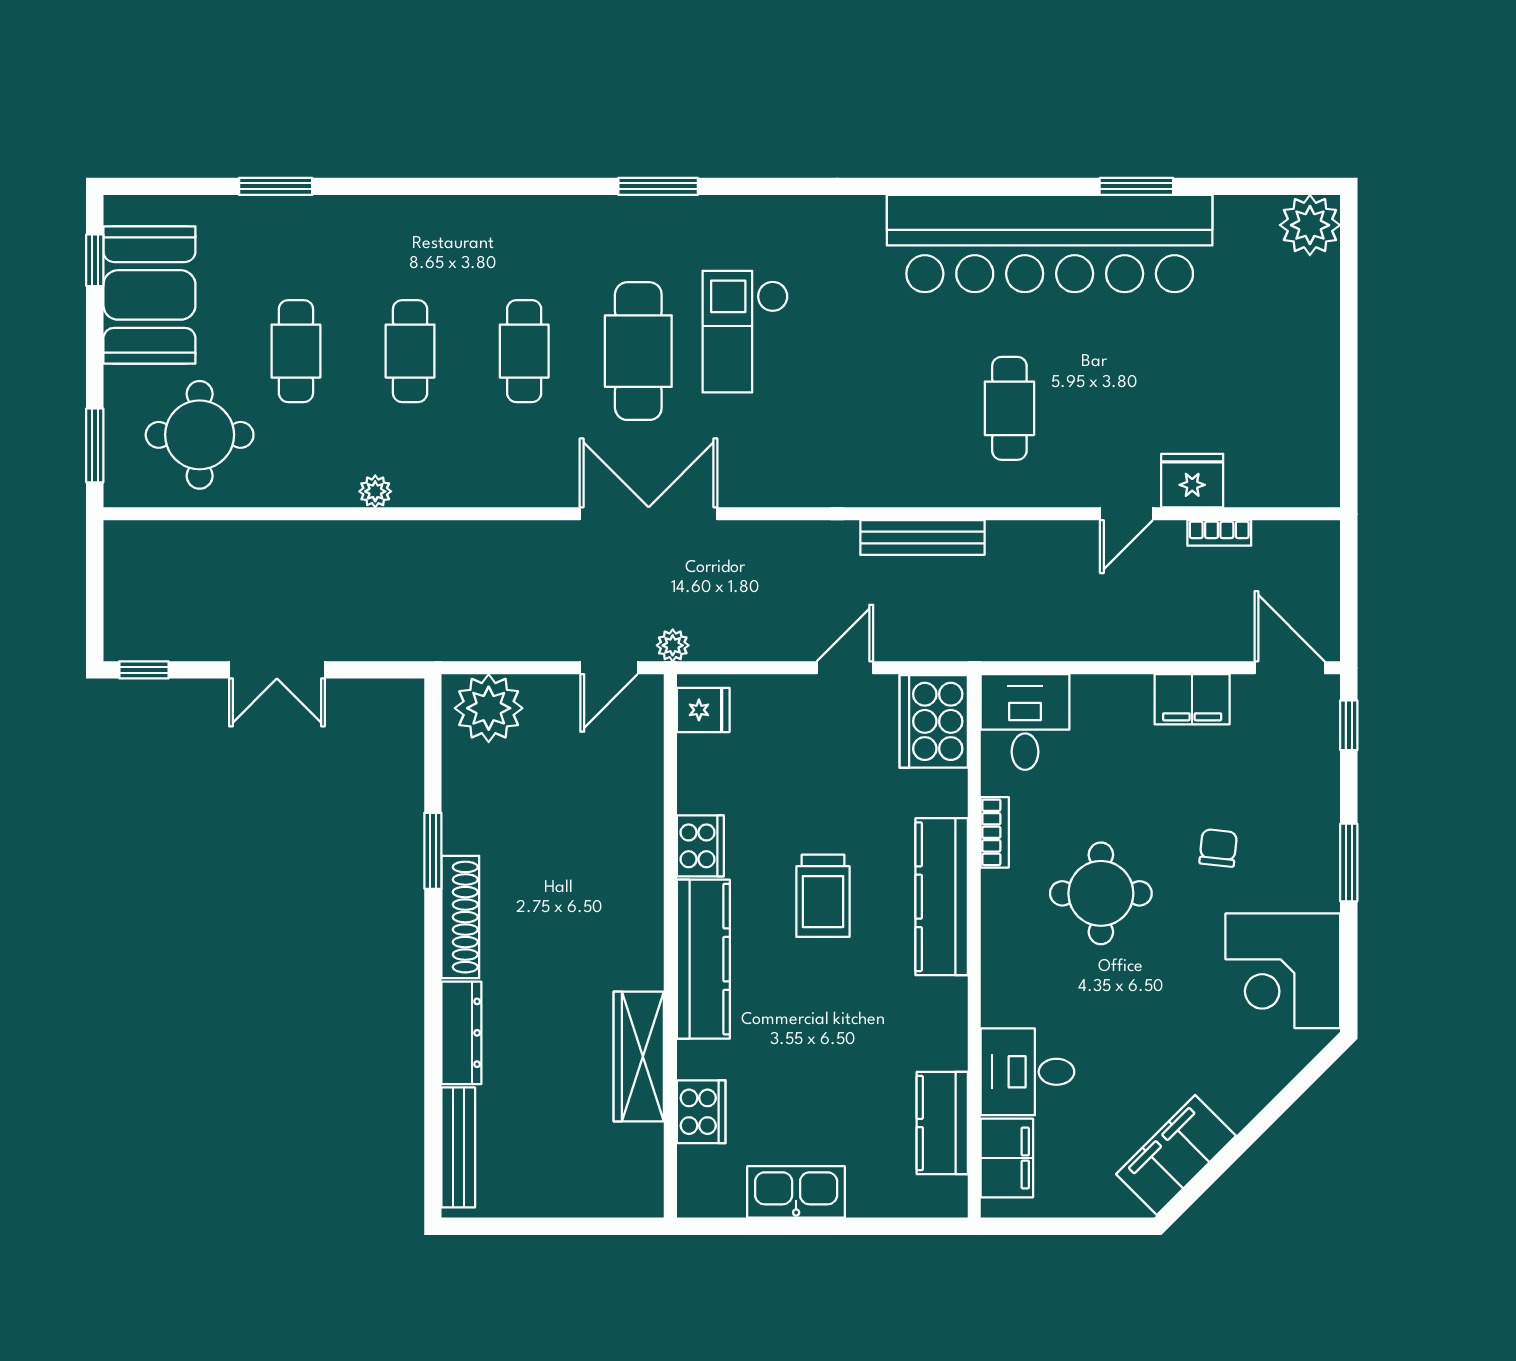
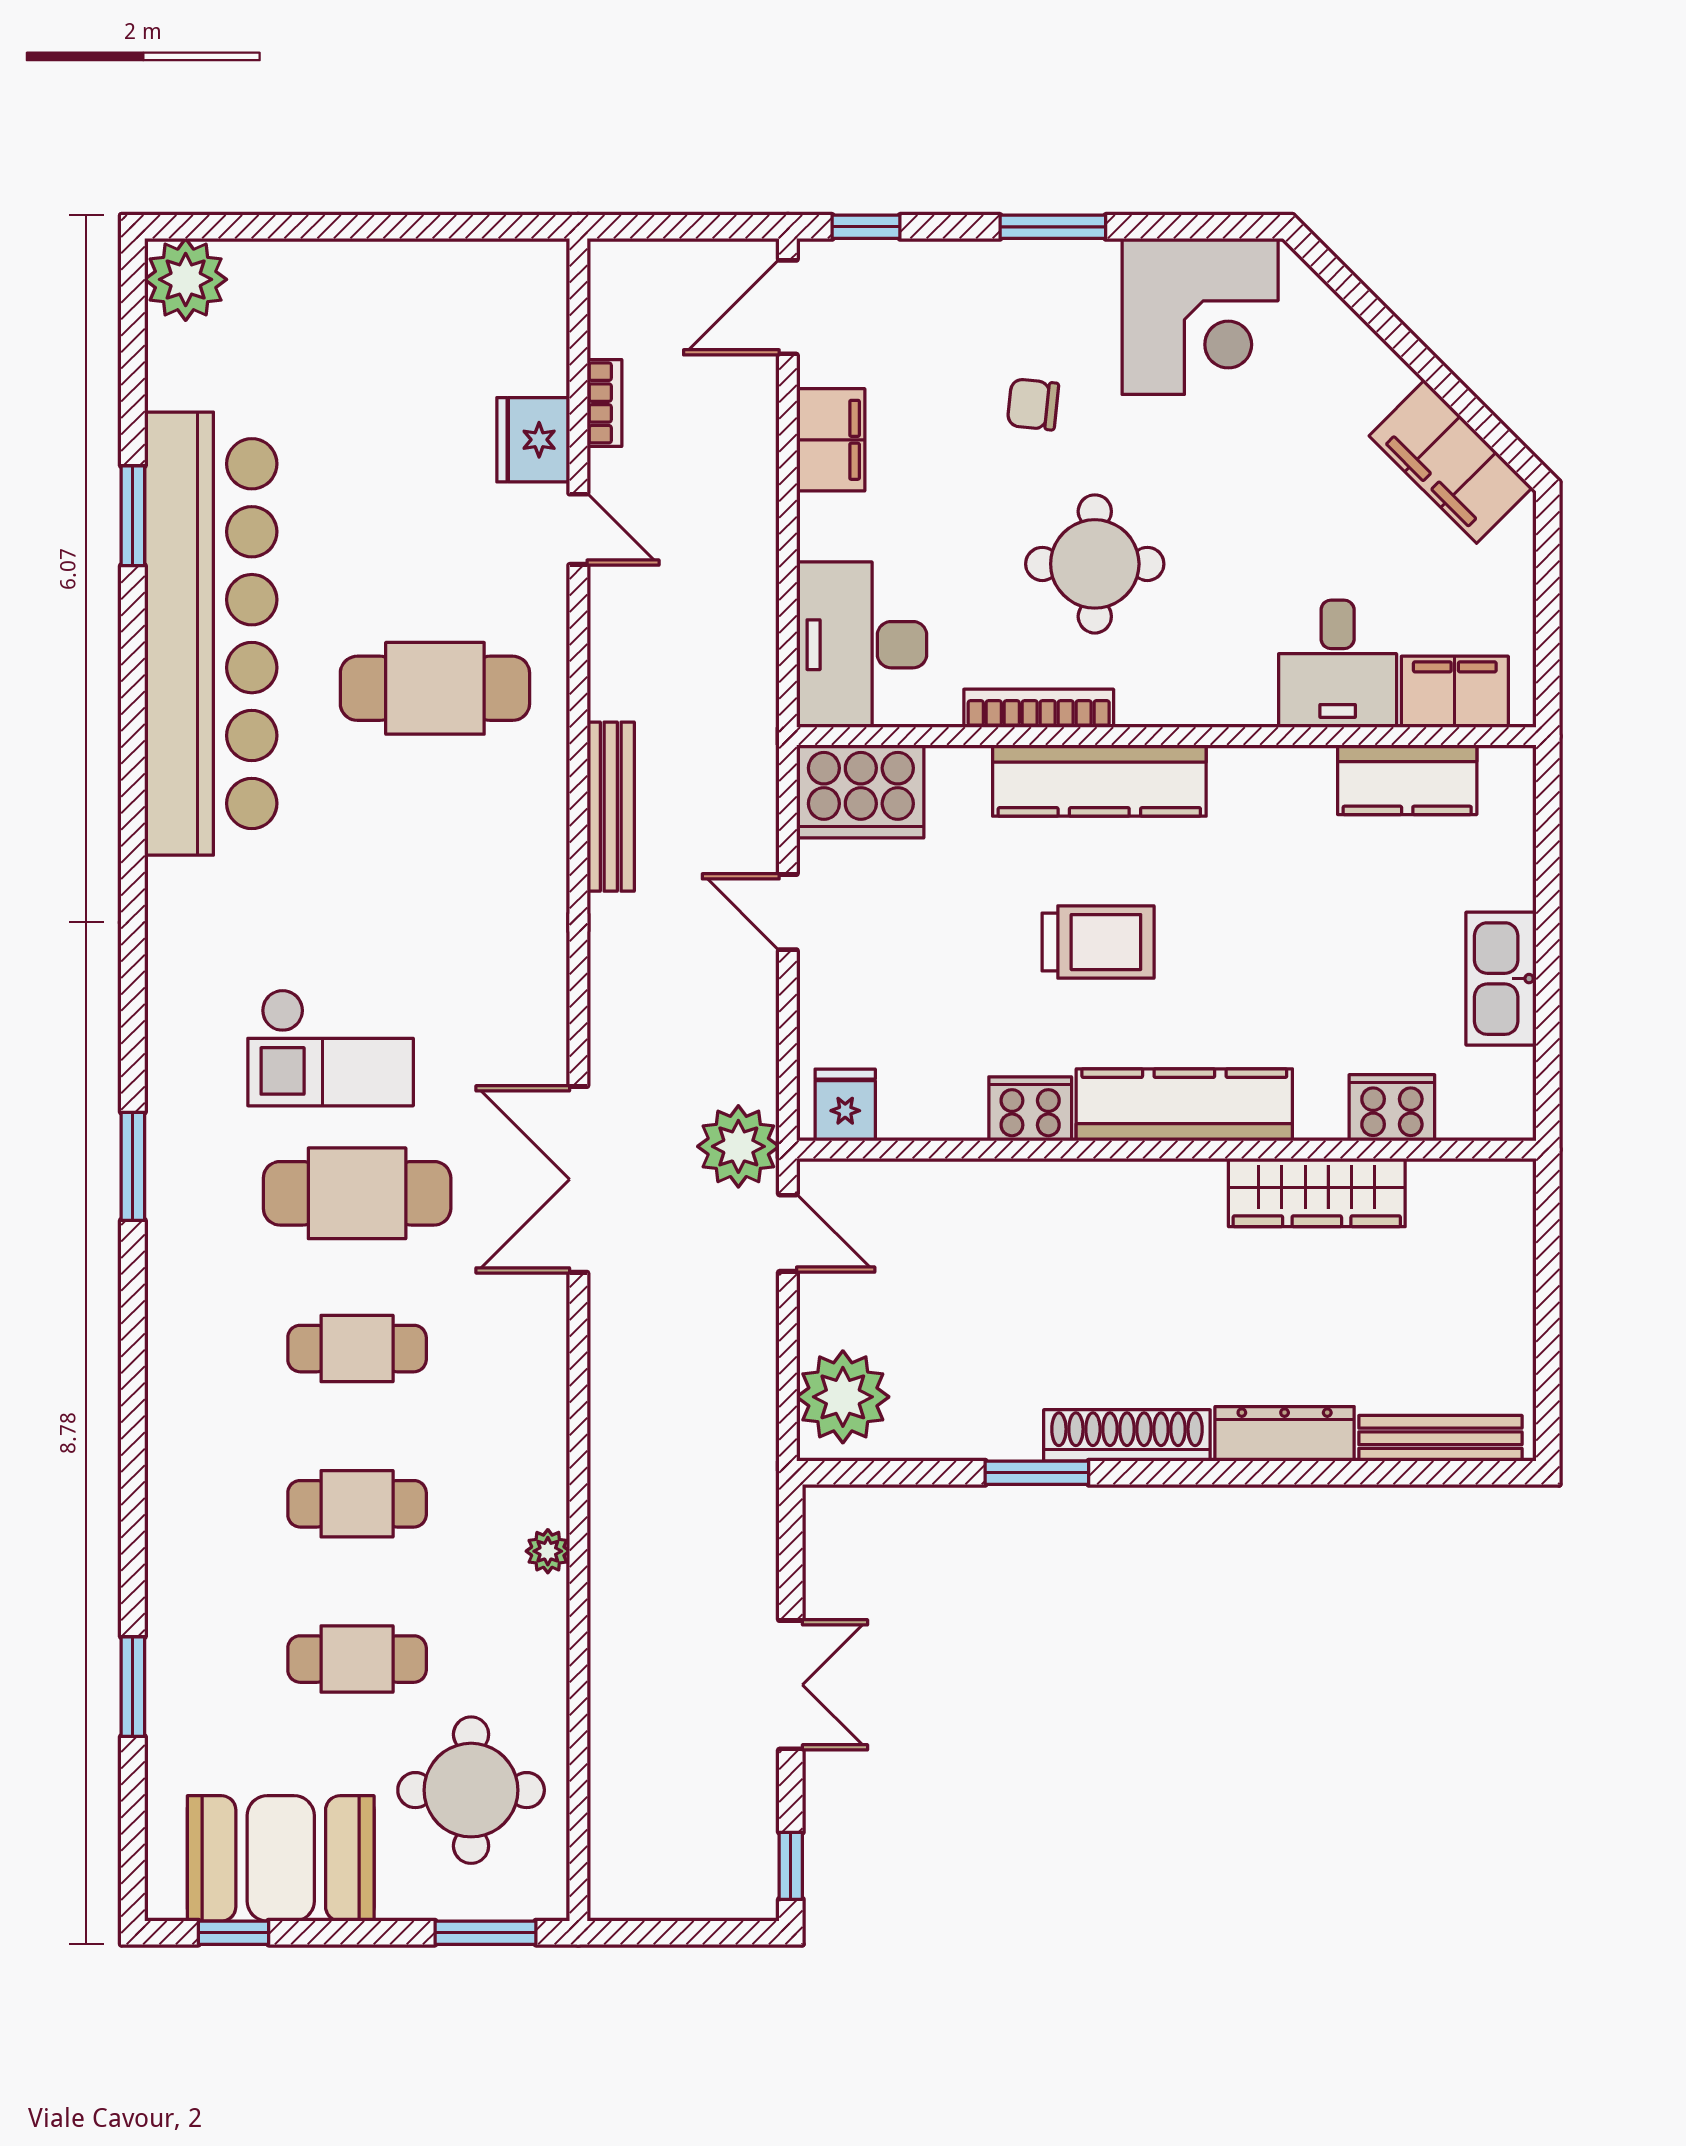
cafe table: (1009, 408) -> (435, 688), width x1.37, depth x1.35
plant: (673, 645) -> (738, 1146), width x1.87, depth x1.87
desk: (1025, 722) -> (862, 645), width x1.37
bookcase: (995, 832) -> (1039, 708), width x1.56

